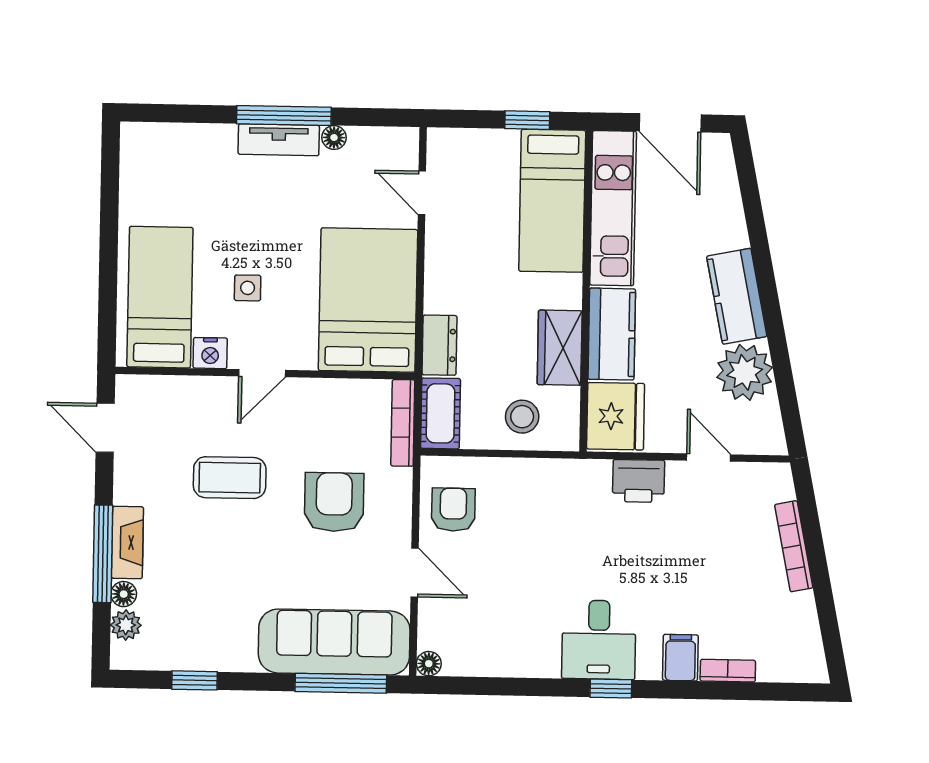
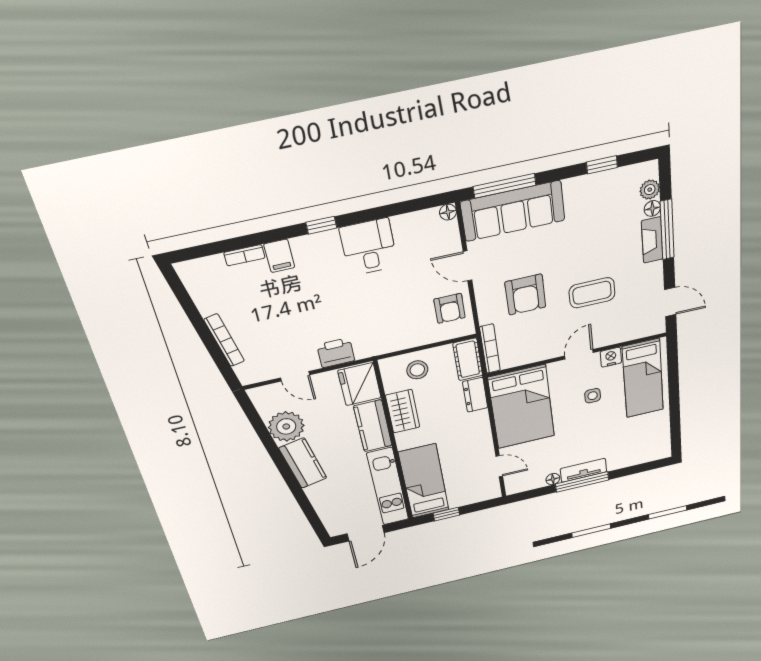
door: (670, 123) -> (366, 533), swing flipped
desk: (599, 640) -> (369, 247), moved

